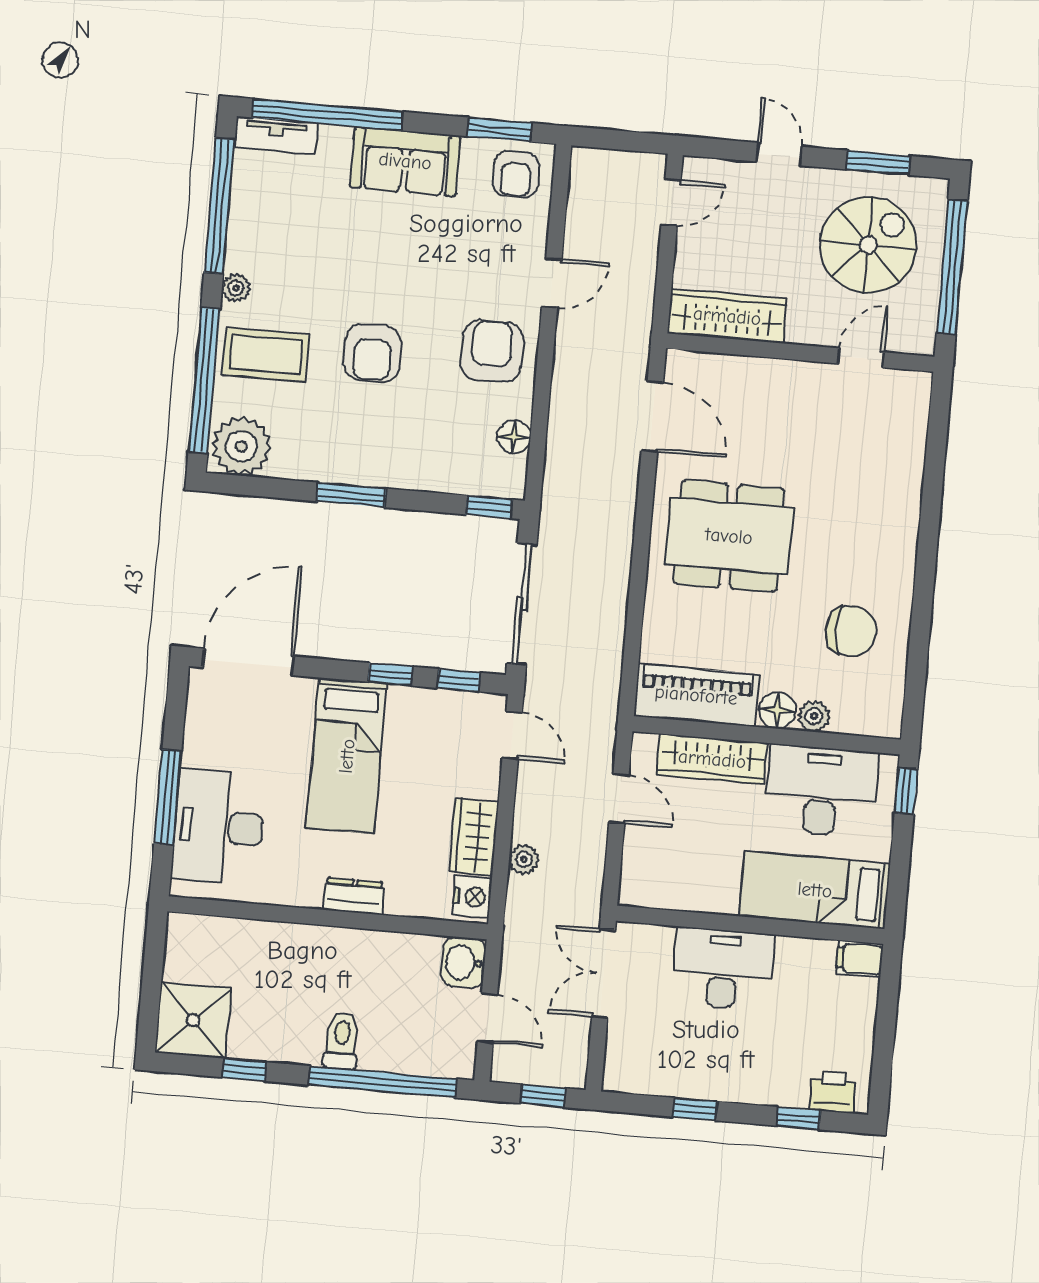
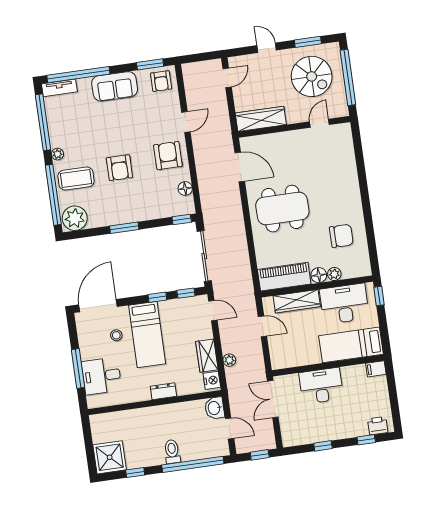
spiral stairs: (868, 245) -> (312, 76), turned 90
stool: (275, 741) -> (116, 335), added
desk: (218, 827) -> (102, 376), width x0.73

